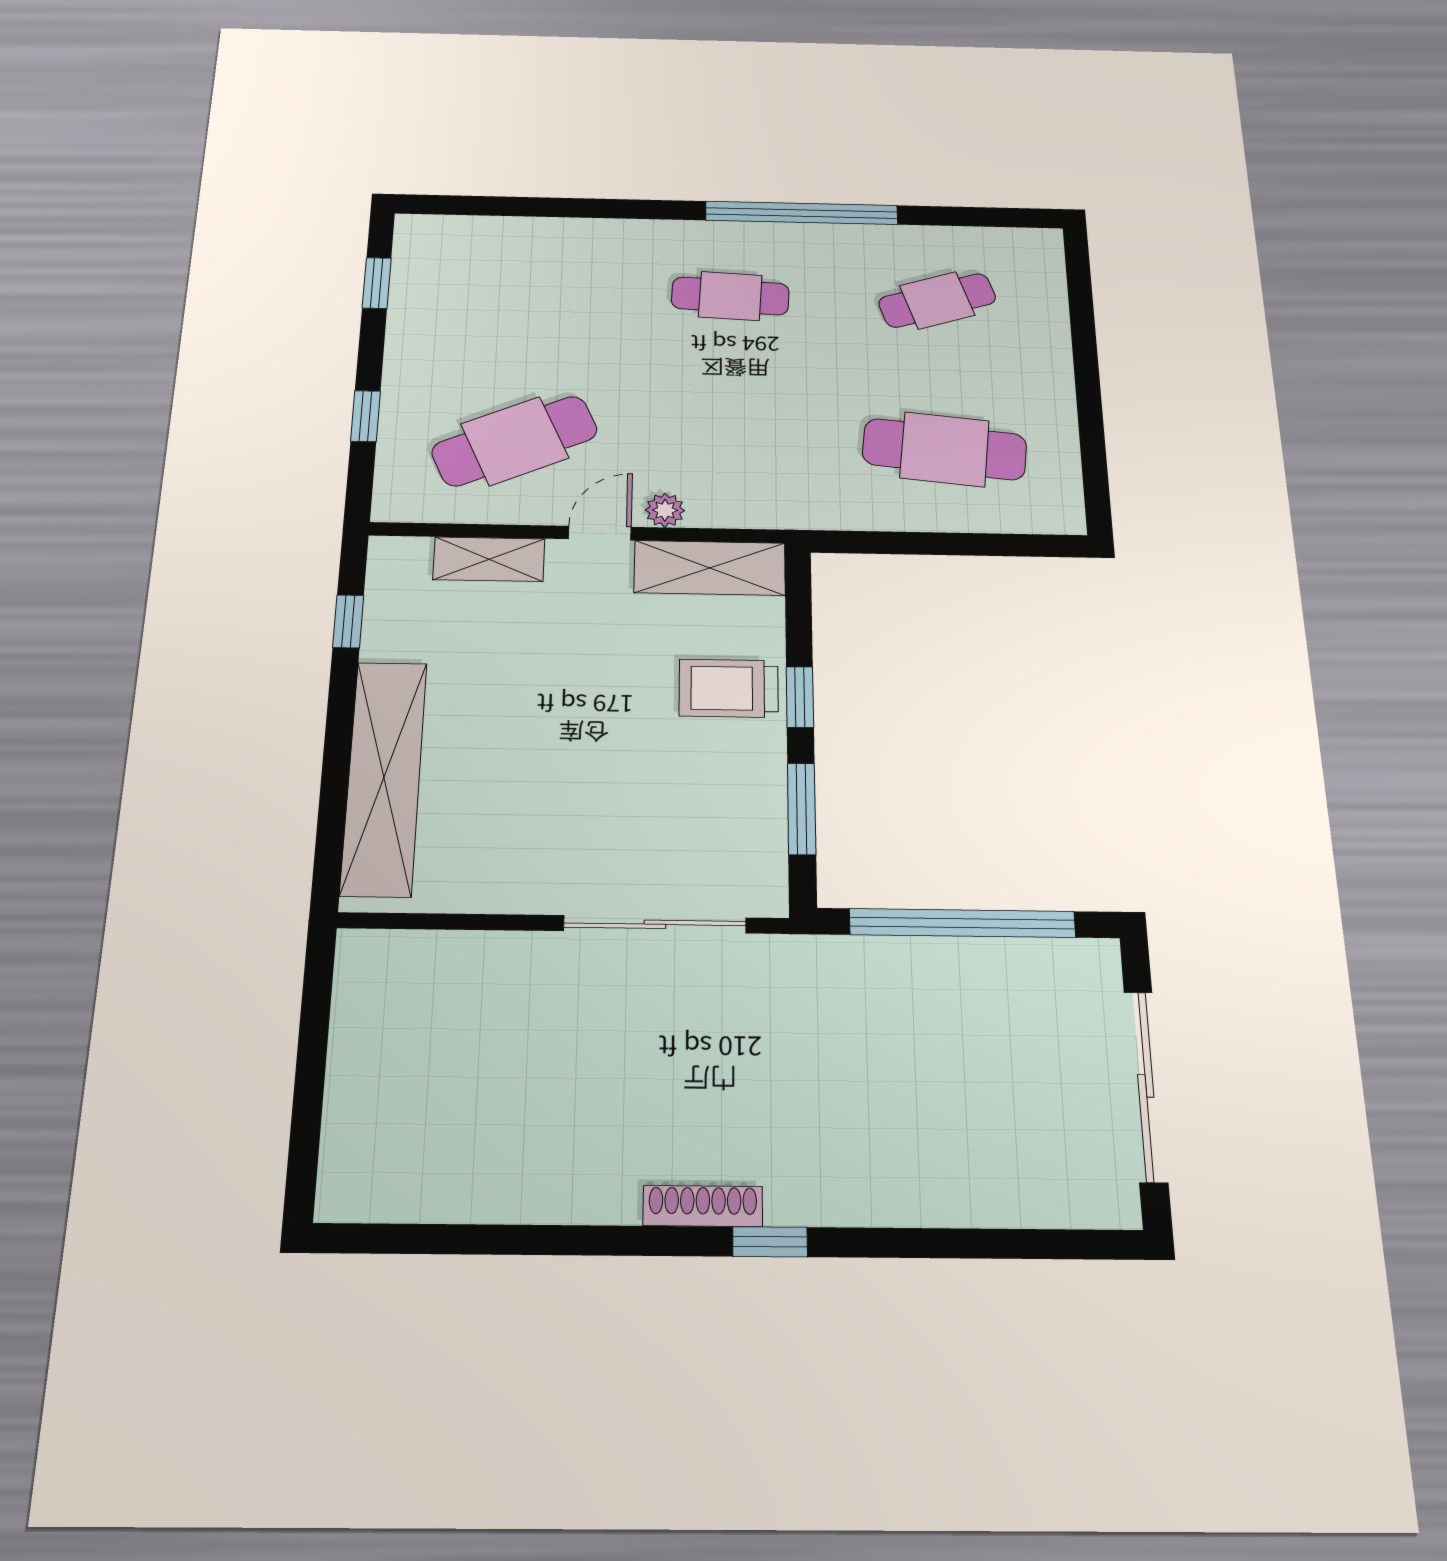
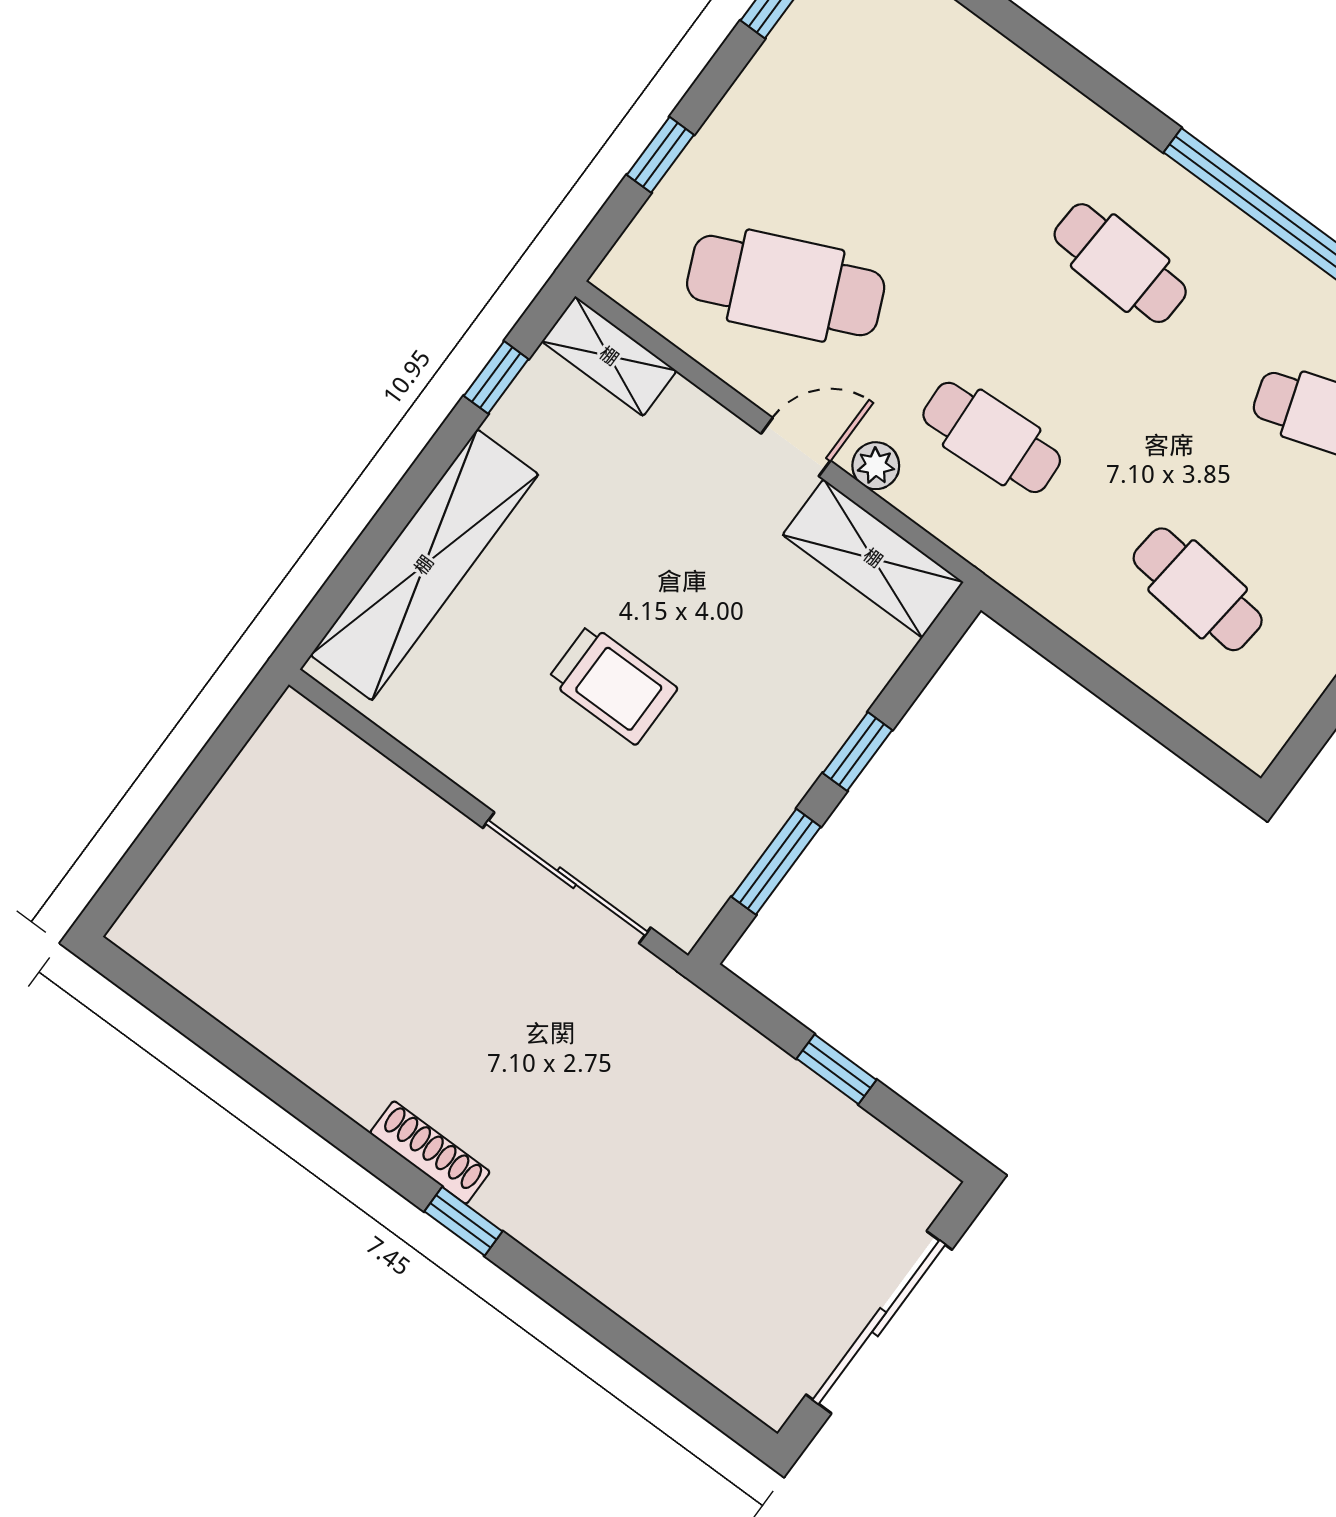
cafe table: (730, 445) -> (992, 437), added
cafe table: (945, 449) -> (1198, 589), width x0.73, depth x0.74
shelving: (489, 559) -> (609, 356), moved
trolley: (729, 688) -> (612, 684), moved, turned 180
window: (962, 923) -> (837, 1069), width x0.32

